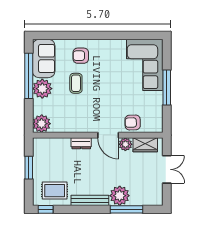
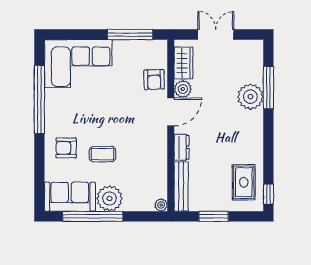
window: (118, 35) -> (39, 99), added
armchair: (81, 56) -> (66, 148), turned 90
window: (167, 88) -> (130, 35), moved
plant: (42, 124) -> (161, 205), width x0.53, depth x0.53
bench: (90, 200) -> (181, 186), moved

